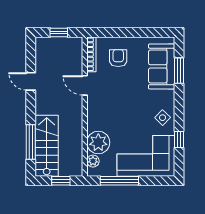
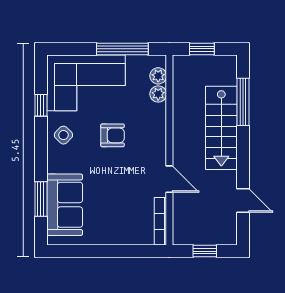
armchair: (118, 58) -> (113, 135), moved, turned -90
door: (31, 81) -> (243, 201), moved
plant: (98, 142) -> (158, 94), width x0.53, depth x0.53
stairs: (47, 146) -> (221, 128), moved

